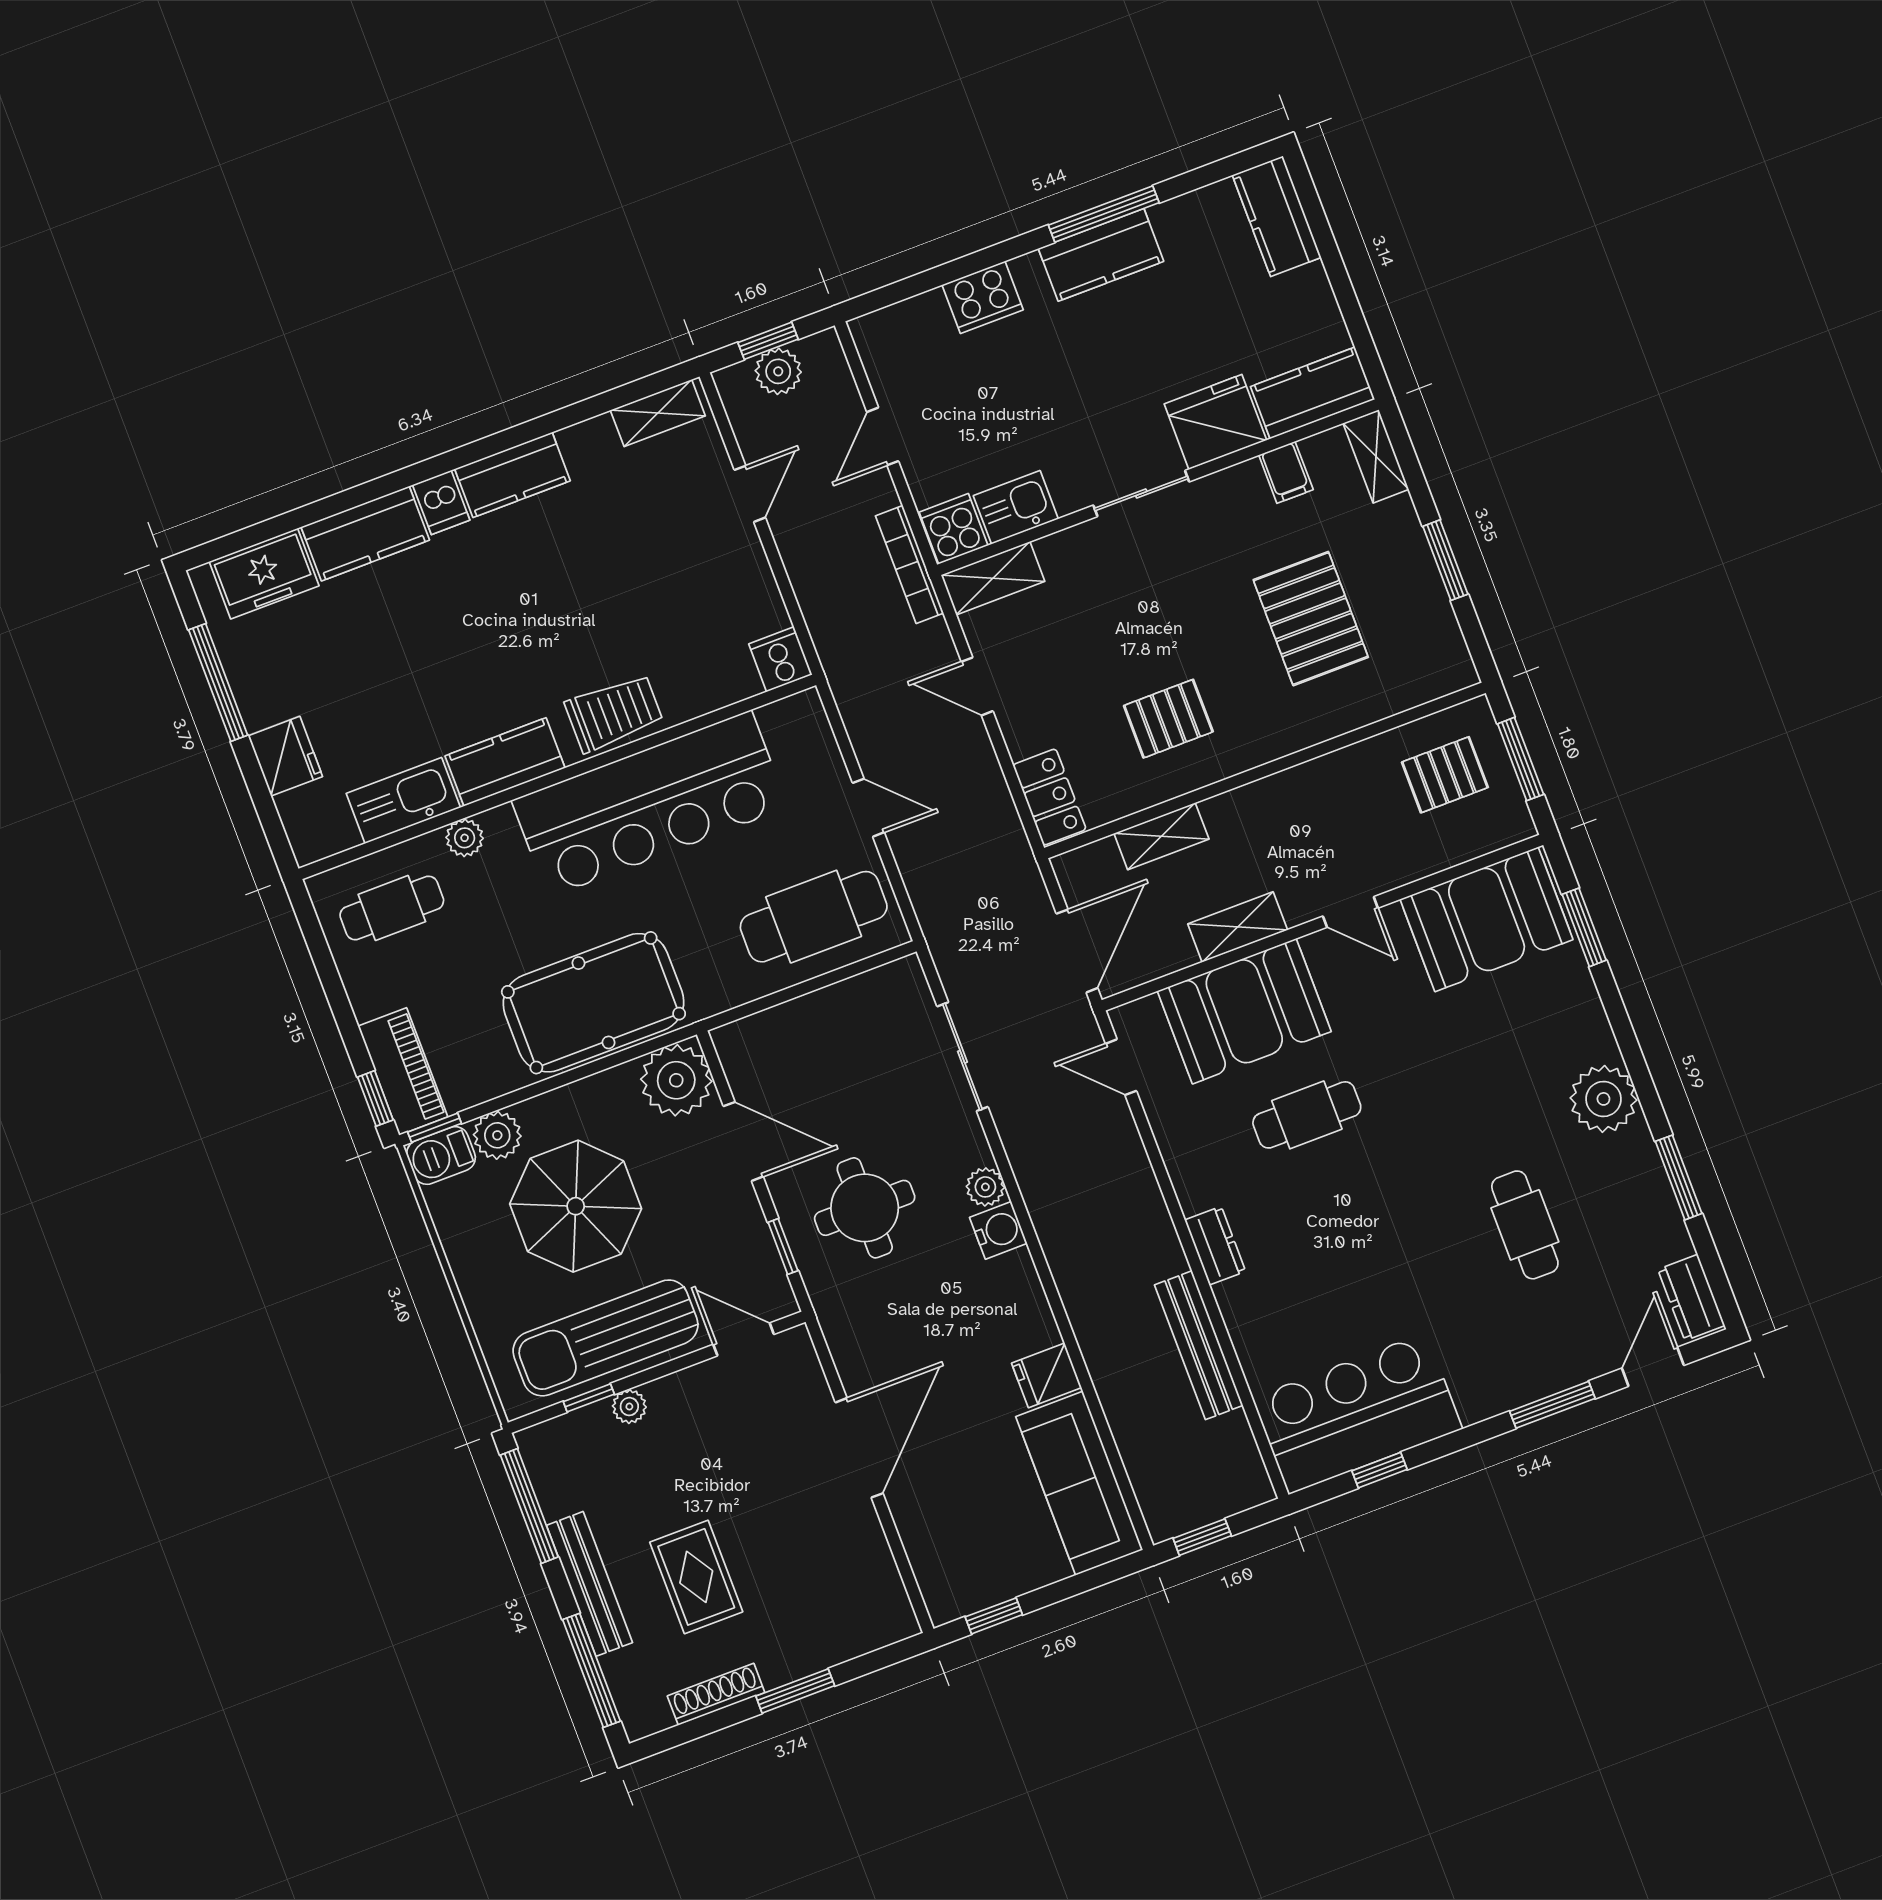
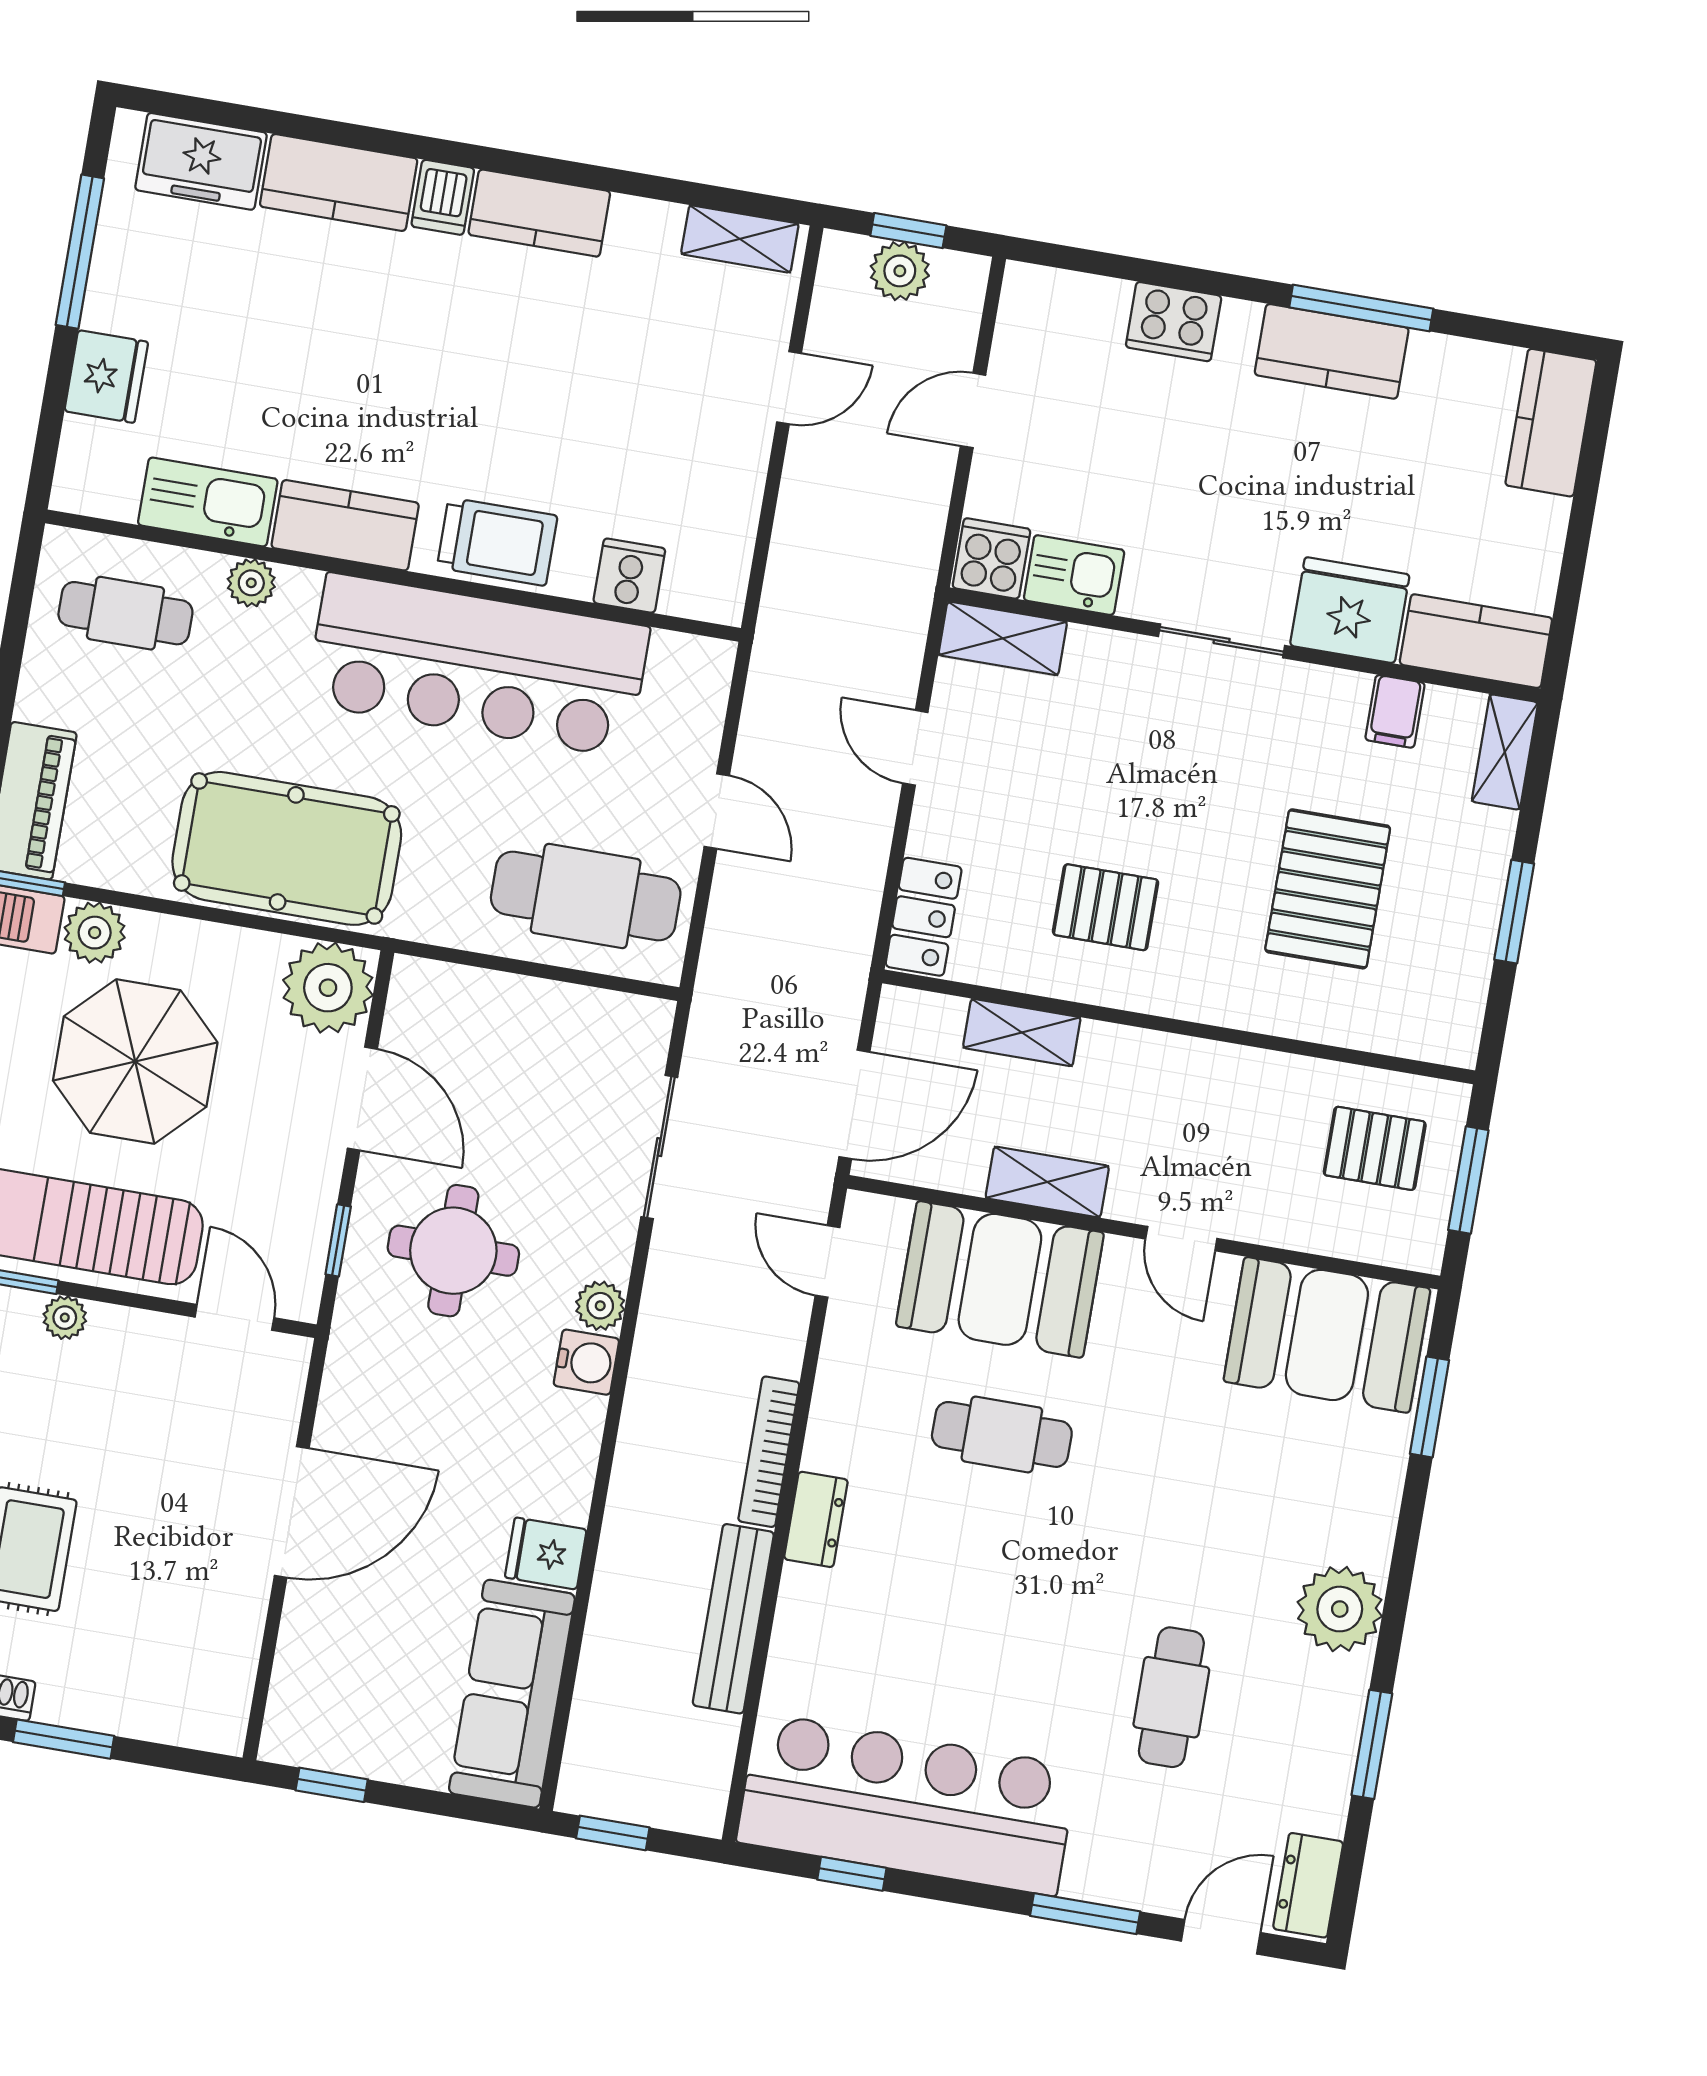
bookcase: (909, 564) -> (769, 1452), moved
cooker: (780, 659) -> (629, 576), moved
bar counter: (1357, 1413) -> (907, 1804), width x1.36

